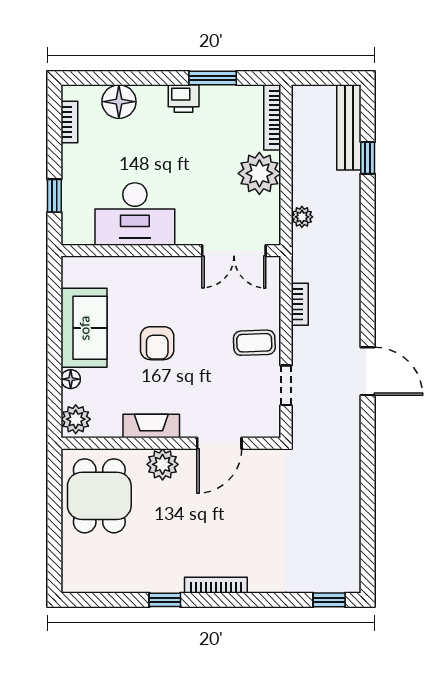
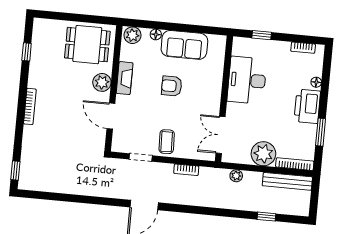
printer: (184, 99) -> (307, 106), width x1.87, depth x1.48
floor lamp: (119, 102) -> (316, 82), width x0.53, depth x0.53
bench: (349, 127) -> (287, 181), moved
window: (165, 600) -> (27, 52), moved

